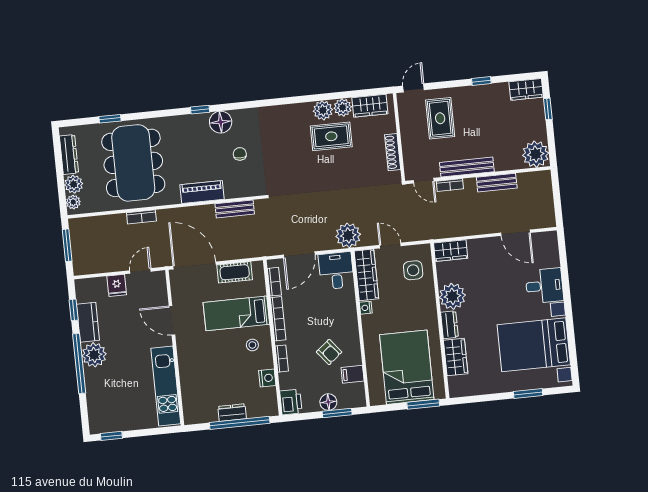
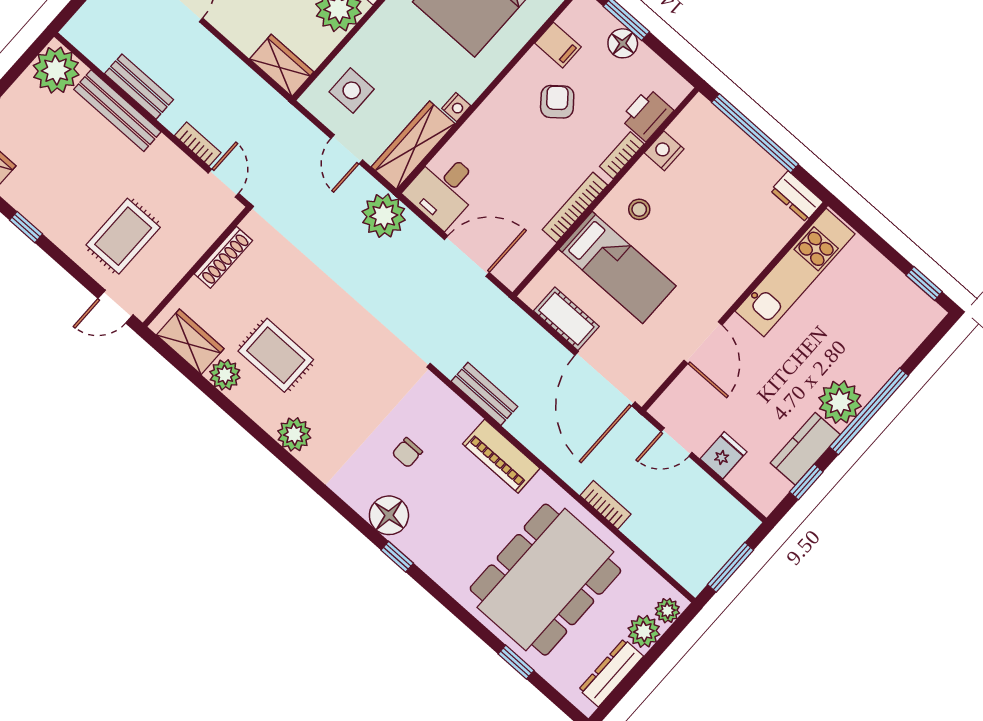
plant: (323, 110) -> (294, 434), moved
bench: (467, 167) -> (117, 111), moved
bookcase: (274, 282) -> (531, 256), removed
printer: (291, 402) -> (647, 115), moved
dresser: (232, 413) -> (797, 196), moved

